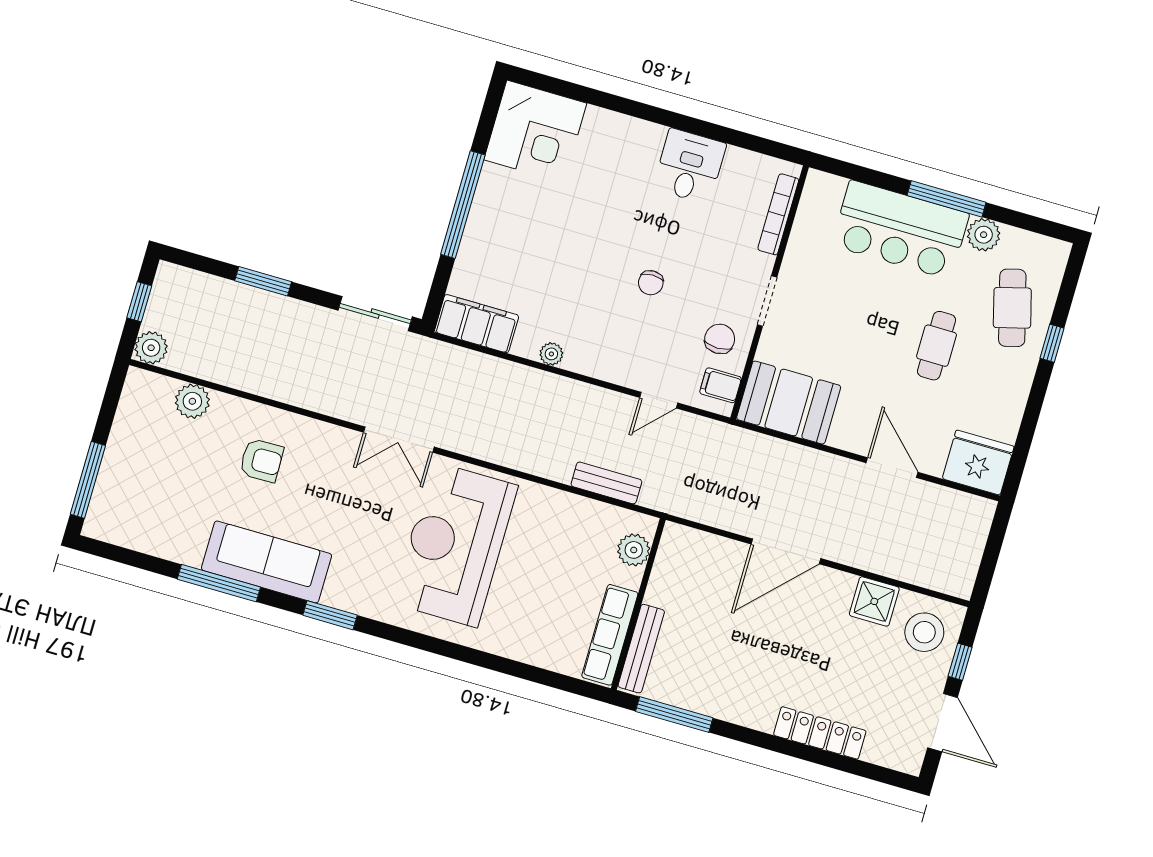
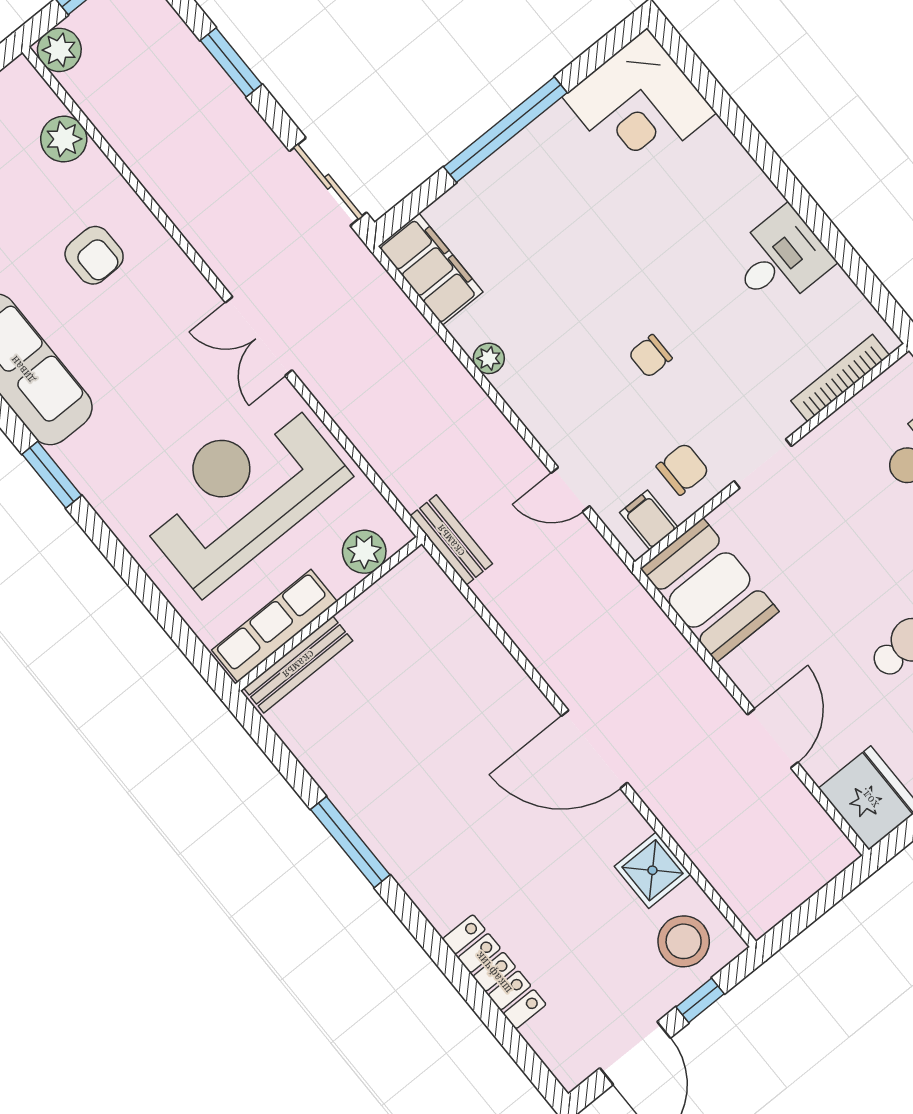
plant: (634, 550) -> (364, 552), moved
wall: (638, 604) -> (328, 614), moved
row of seats: (610, 635) -> (274, 626), moved
bench: (641, 649) -> (298, 664), moved

